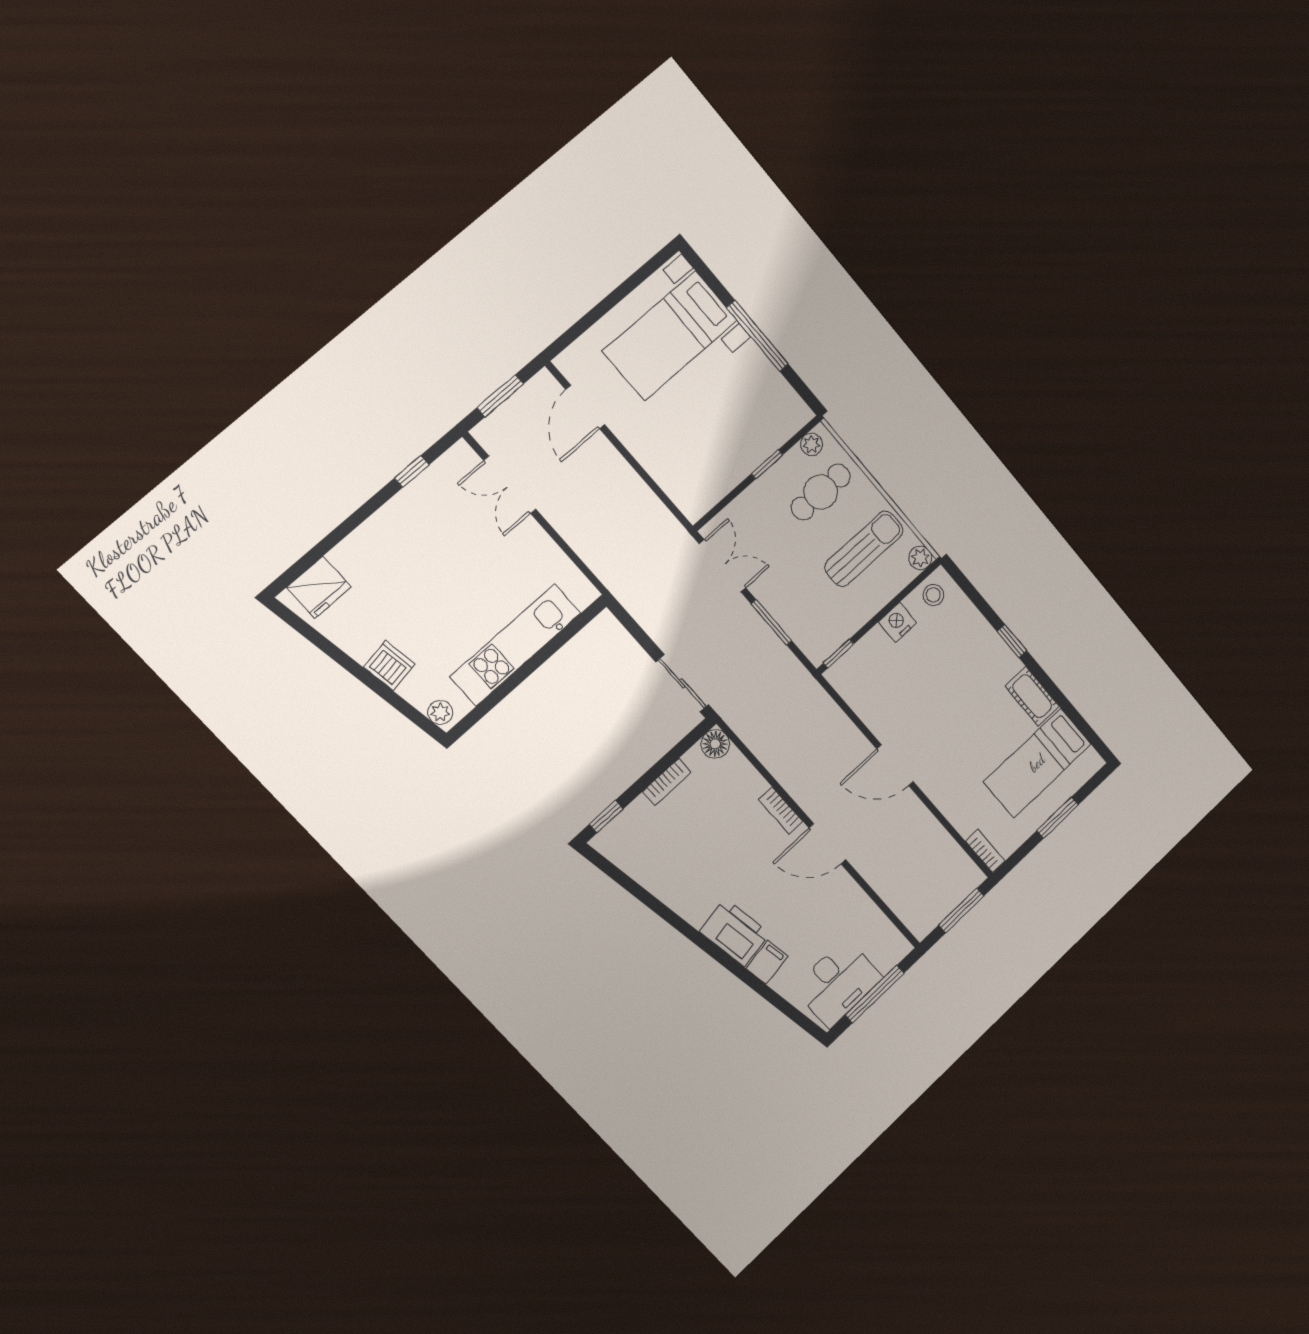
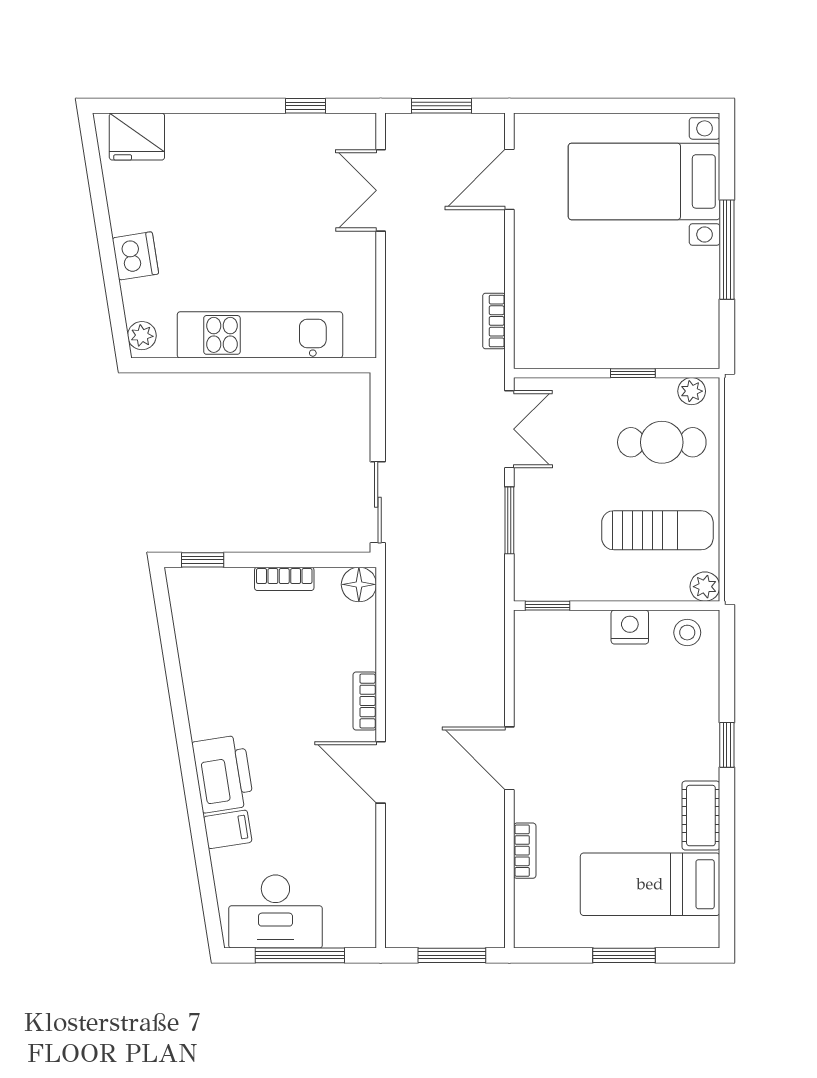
bookcase: (654, 506) -> (494, 321), added
bookcase: (985, 851) -> (525, 851), moved

